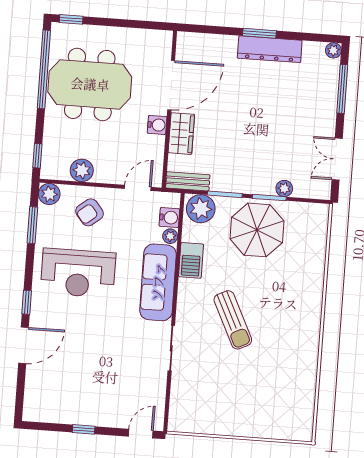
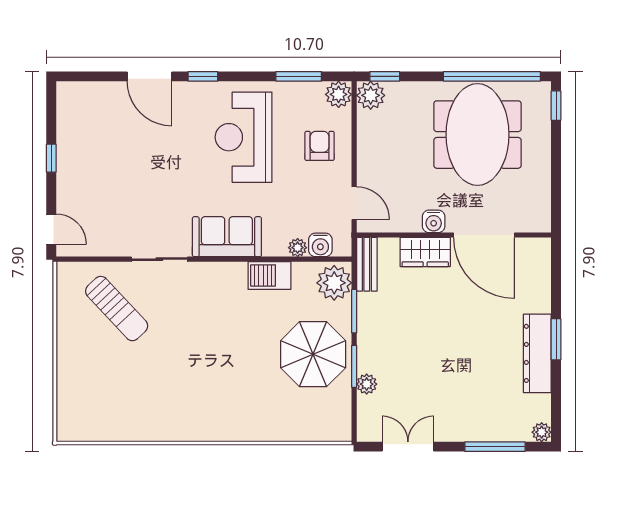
plant: (82, 170) -> (371, 95), moved
armchair: (90, 212) -> (320, 146), turned 39
sofa: (158, 282) -> (227, 237), width x0.73
sun lounger: (233, 320) -> (117, 309), moved, turned -107

